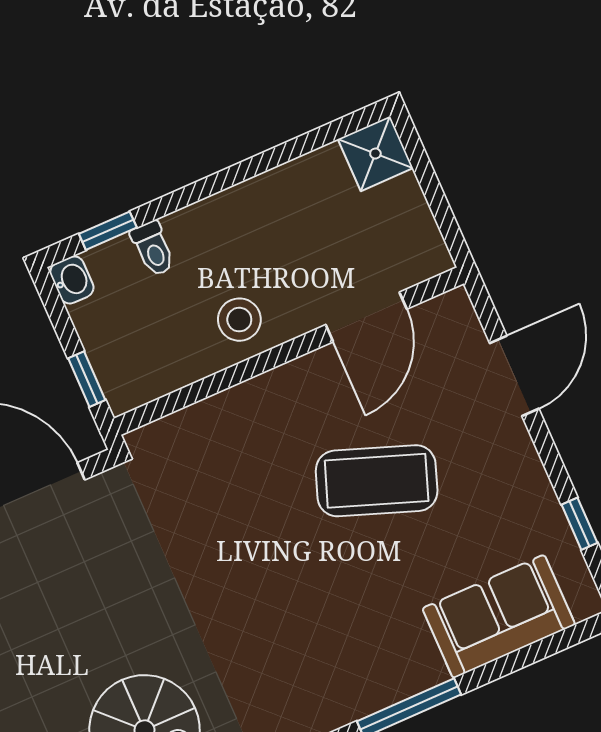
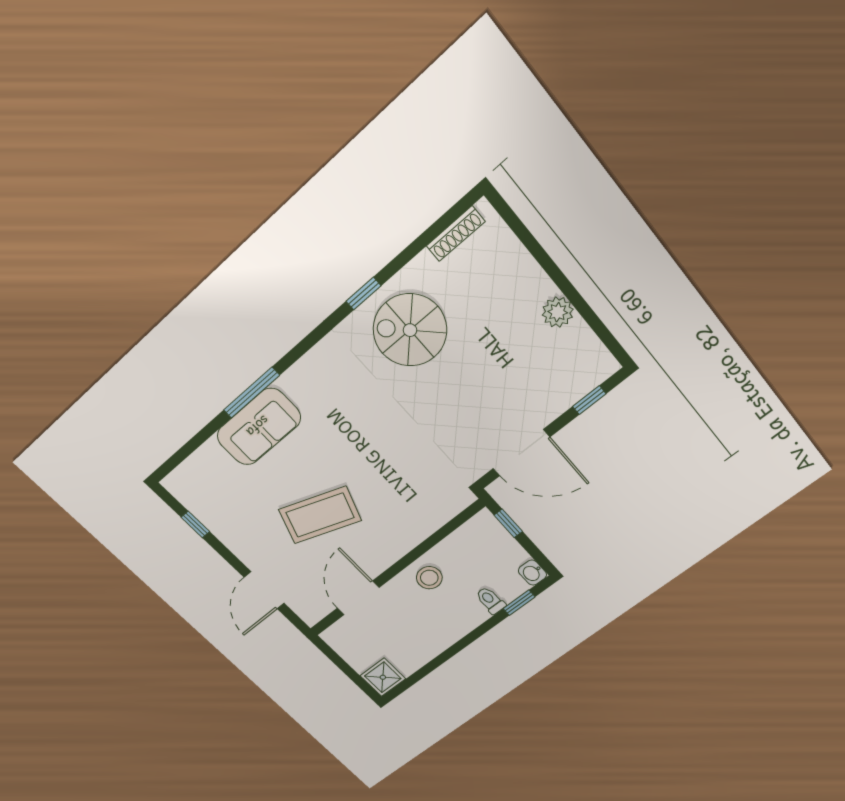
sofa: (499, 616) -> (259, 427), moved

